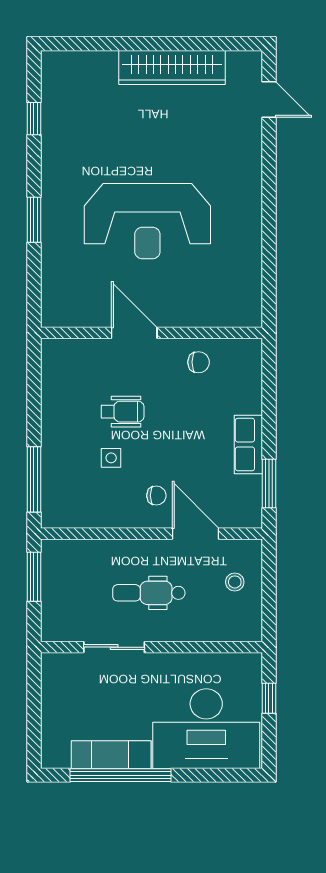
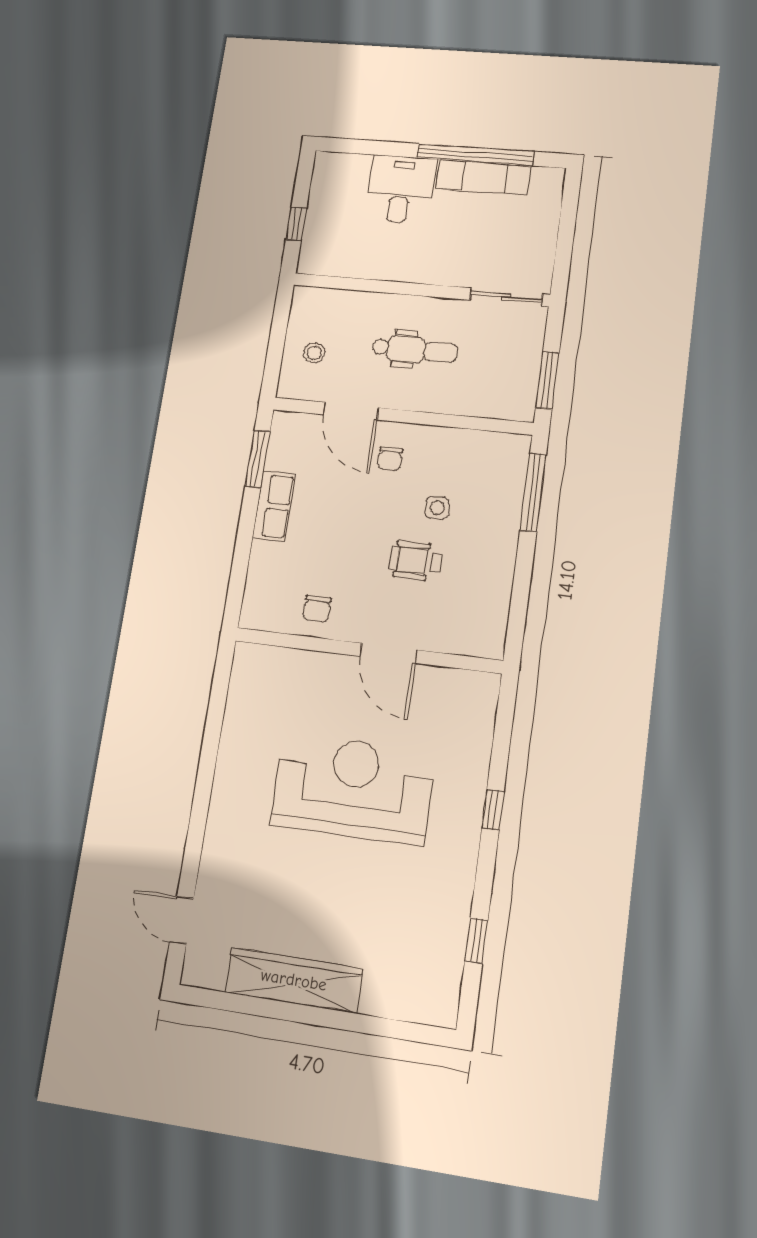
window: (34, 220) -> (493, 810), width x0.67
chair: (199, 362) -> (317, 609), turned -90
chair: (156, 496) -> (390, 459), turned -90
sliding door: (114, 647) -> (506, 297), moved
desk: (206, 729) -> (401, 189), width x0.53, depth x0.77

